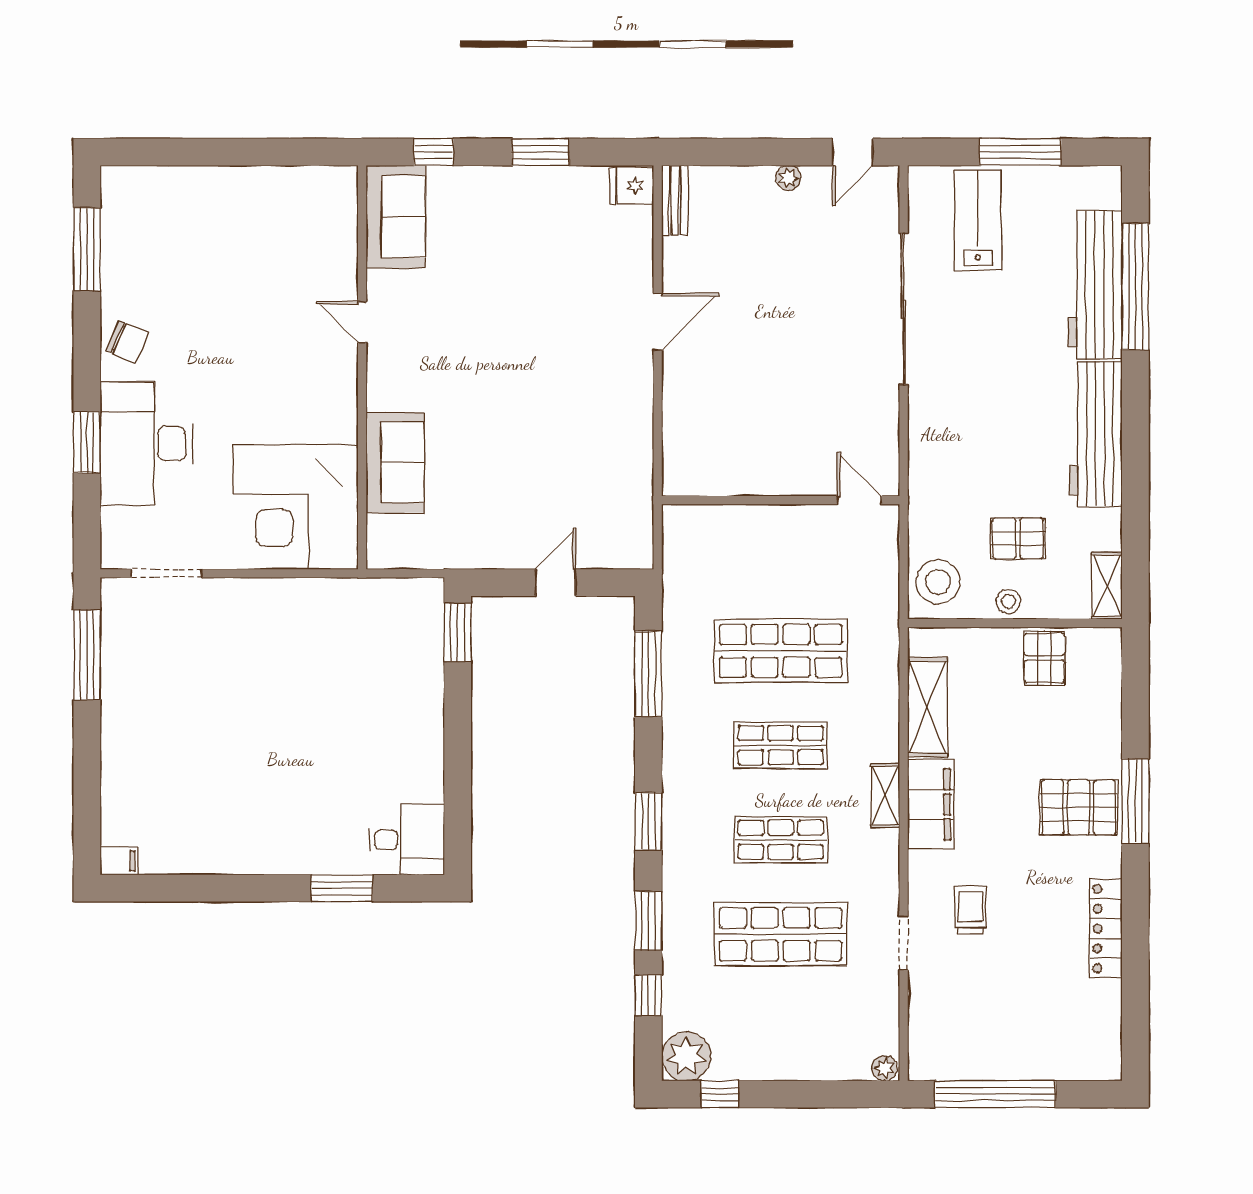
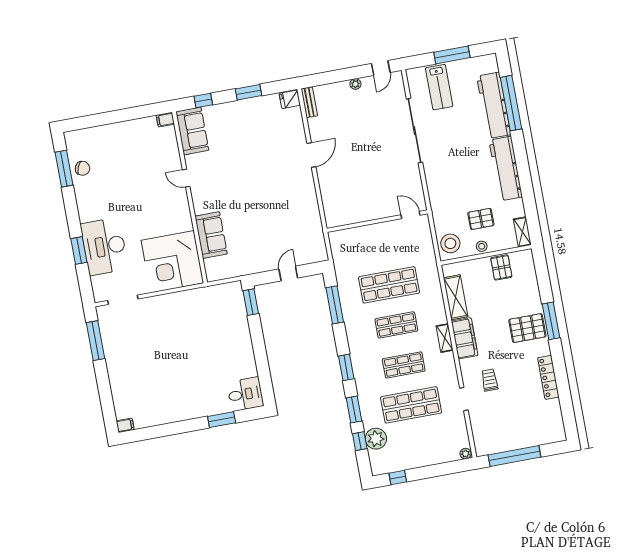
filing cabinet: (339, 180) -> (165, 120), added
lab bench: (978, 220) -> (439, 87), turned 180
chair: (127, 342) -> (82, 168), moved
plant: (686, 1056) -> (376, 439), moved

